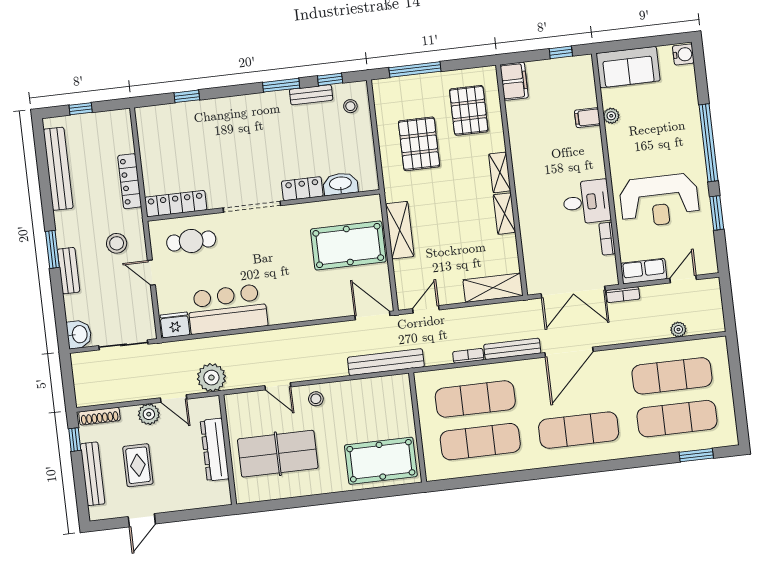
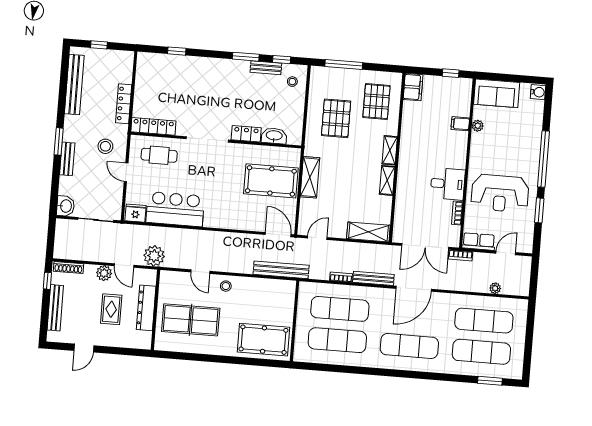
rug: (138, 465) -> (111, 309), moved

